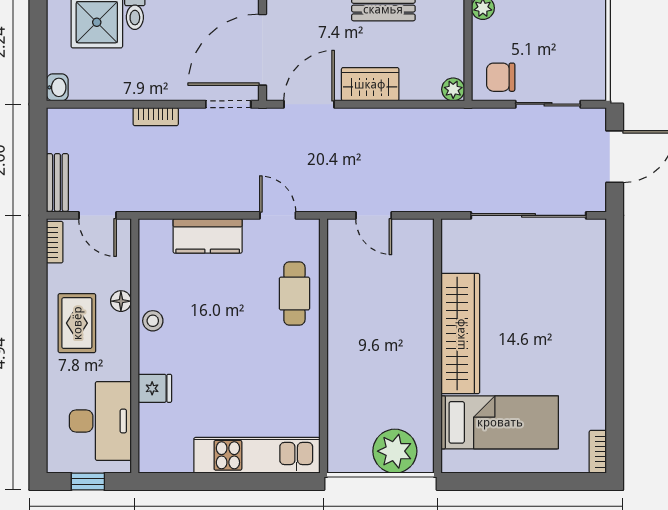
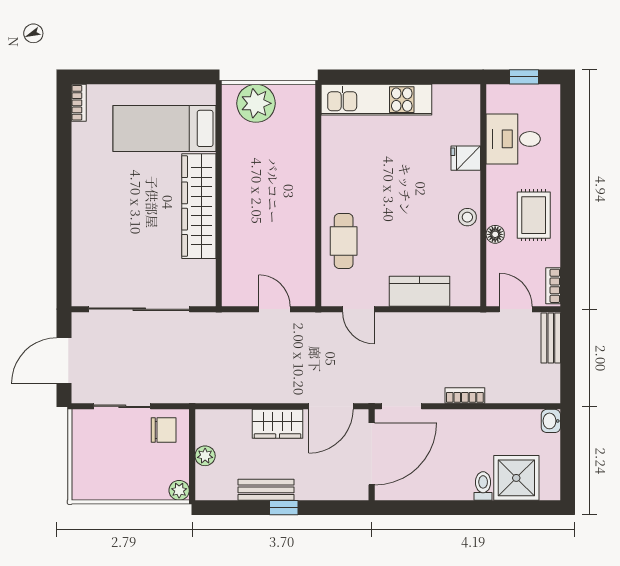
plant: (453, 89) -> (205, 456), moved
desk: (100, 421) -> (513, 139), width x0.73

